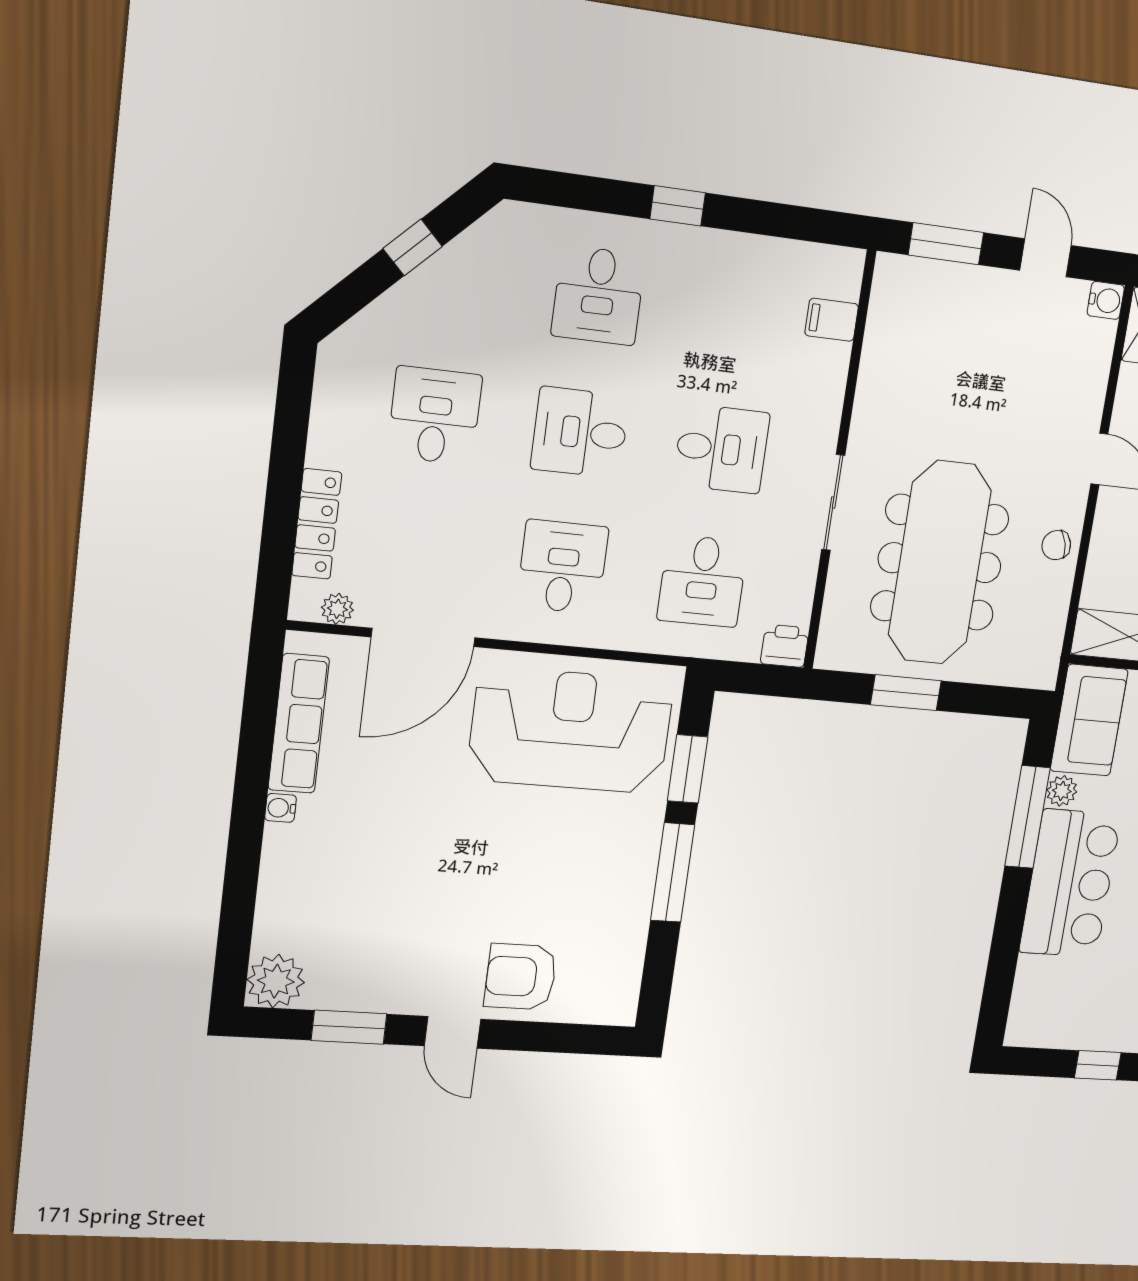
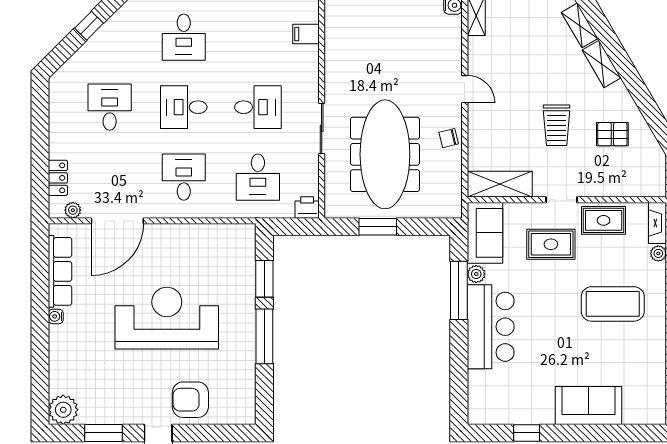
locker: (317, 524) -> (58, 178), width x0.66
reception desk: (571, 730) -> (167, 318), moved

